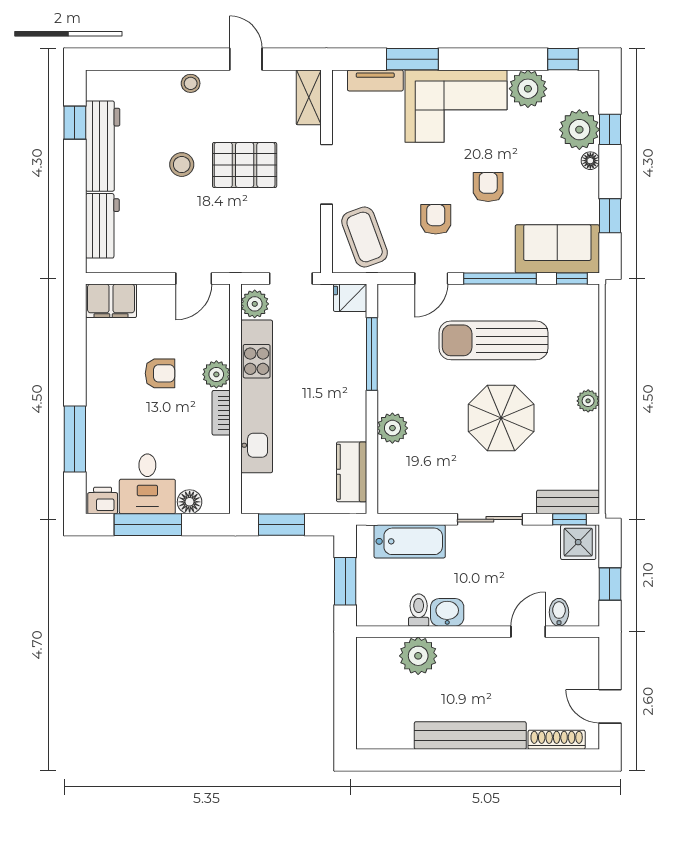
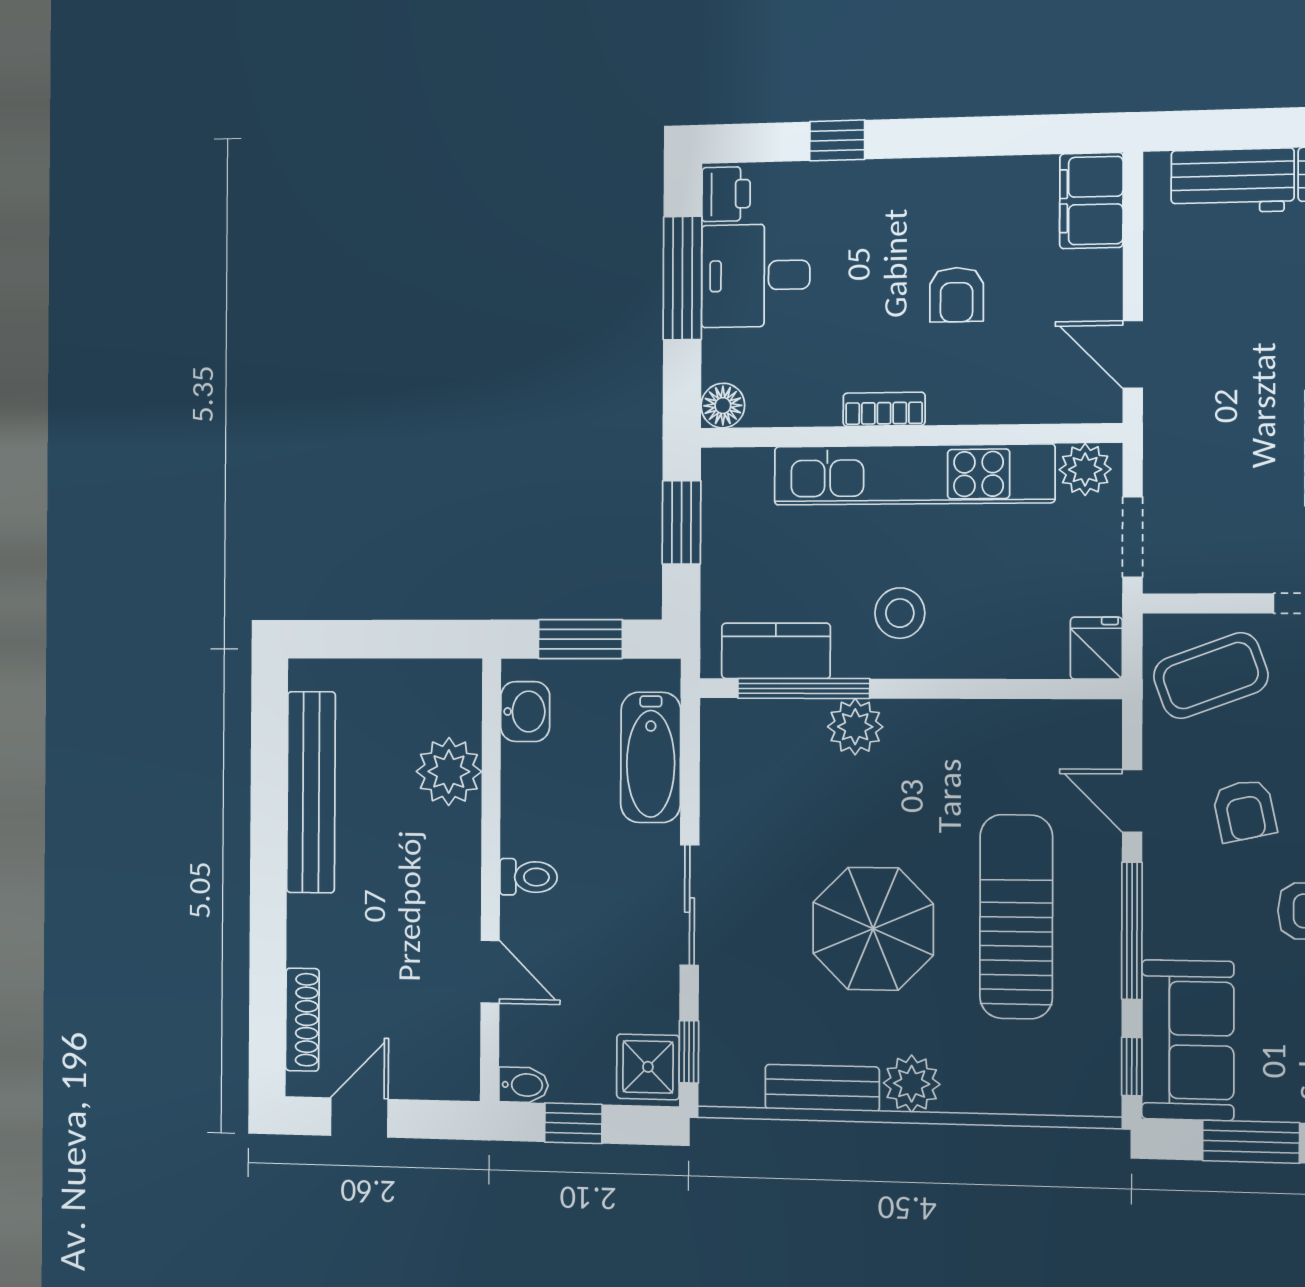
window: (610, 216) -> (1251, 1142), width x1.50
armchair: (436, 219) -> (1244, 810), turned 78
window: (372, 354) -> (804, 688), moved
plant: (216, 374) -> (954, 399), removed
plant: (588, 401) -> (912, 1084), width x1.38, depth x1.38
stool: (331, 404) -> (900, 613), added
window: (75, 439) -> (837, 140), width x0.46
floor lamp: (190, 502) -> (723, 406), moved
bench: (568, 502) -> (822, 1088), moved, turned 90
toilet: (419, 610) -> (528, 877), moved
washbasin: (447, 612) -> (525, 712), moved
bidet: (559, 612) -> (524, 1085), moved
bench: (470, 735) -> (311, 792), moved

